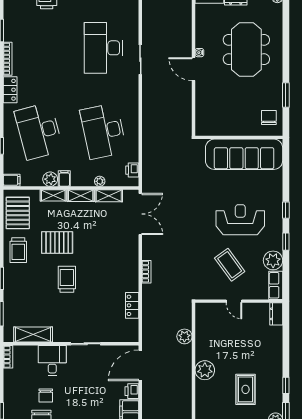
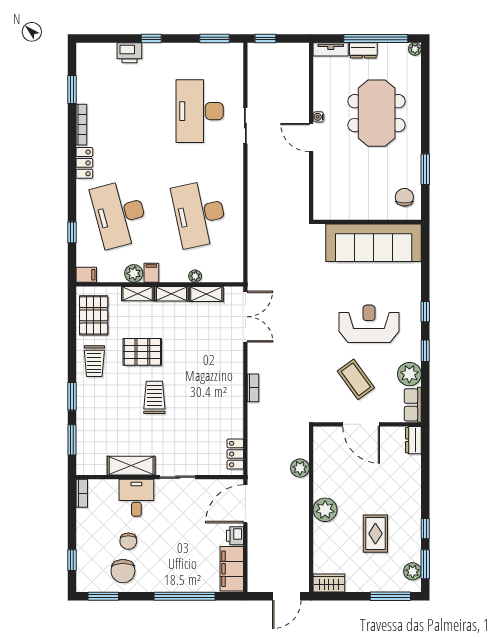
printer: (132, 170) -> (235, 262), removed
door: (234, 301) -> (361, 424), width x1.88
locker: (132, 305) -> (235, 454), moved
shelving: (33, 334) -> (131, 466), moved

